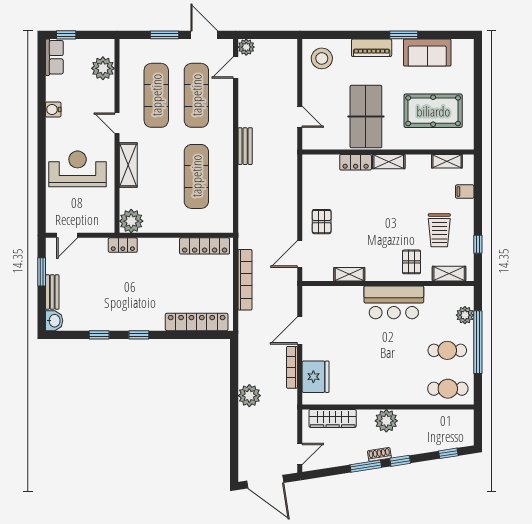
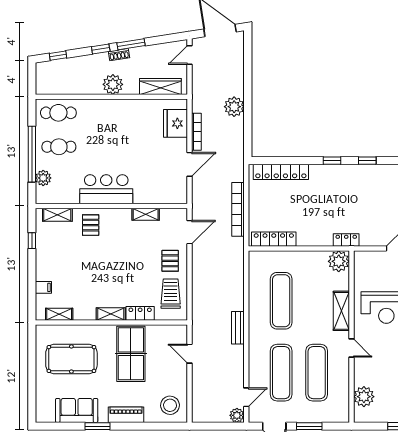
trolley: (439, 230) -> (171, 294), moved

